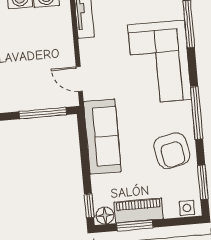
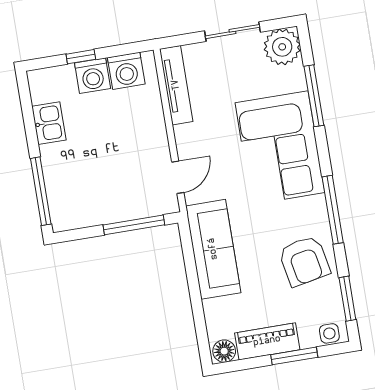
door: (79, 79) -> (178, 177), swing flipped
window: (89, 206) -> (203, 340), removed
window: (135, 225) -> (294, 356), moved

